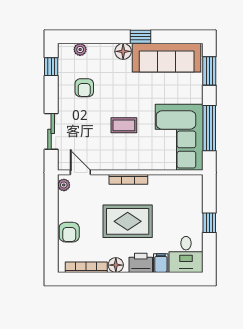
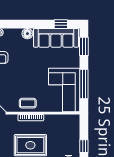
window: (141, 37) -> (61, 24), moved
coffee table: (124, 125) -> (28, 103), moved

